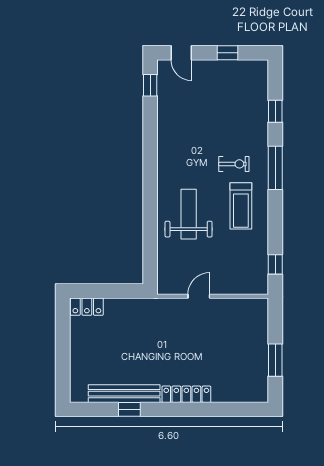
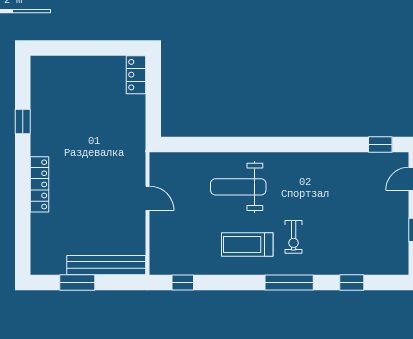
weight bench: (189, 214) -> (238, 187), turned 180
bench: (124, 394) -> (106, 265), moved, turned 90

